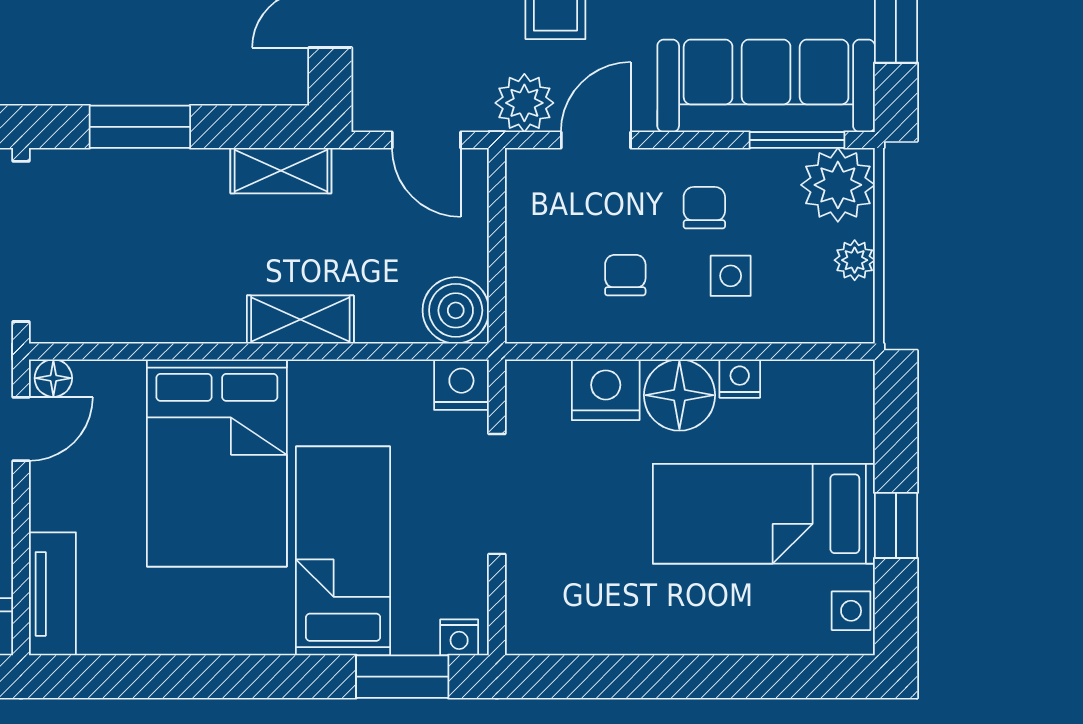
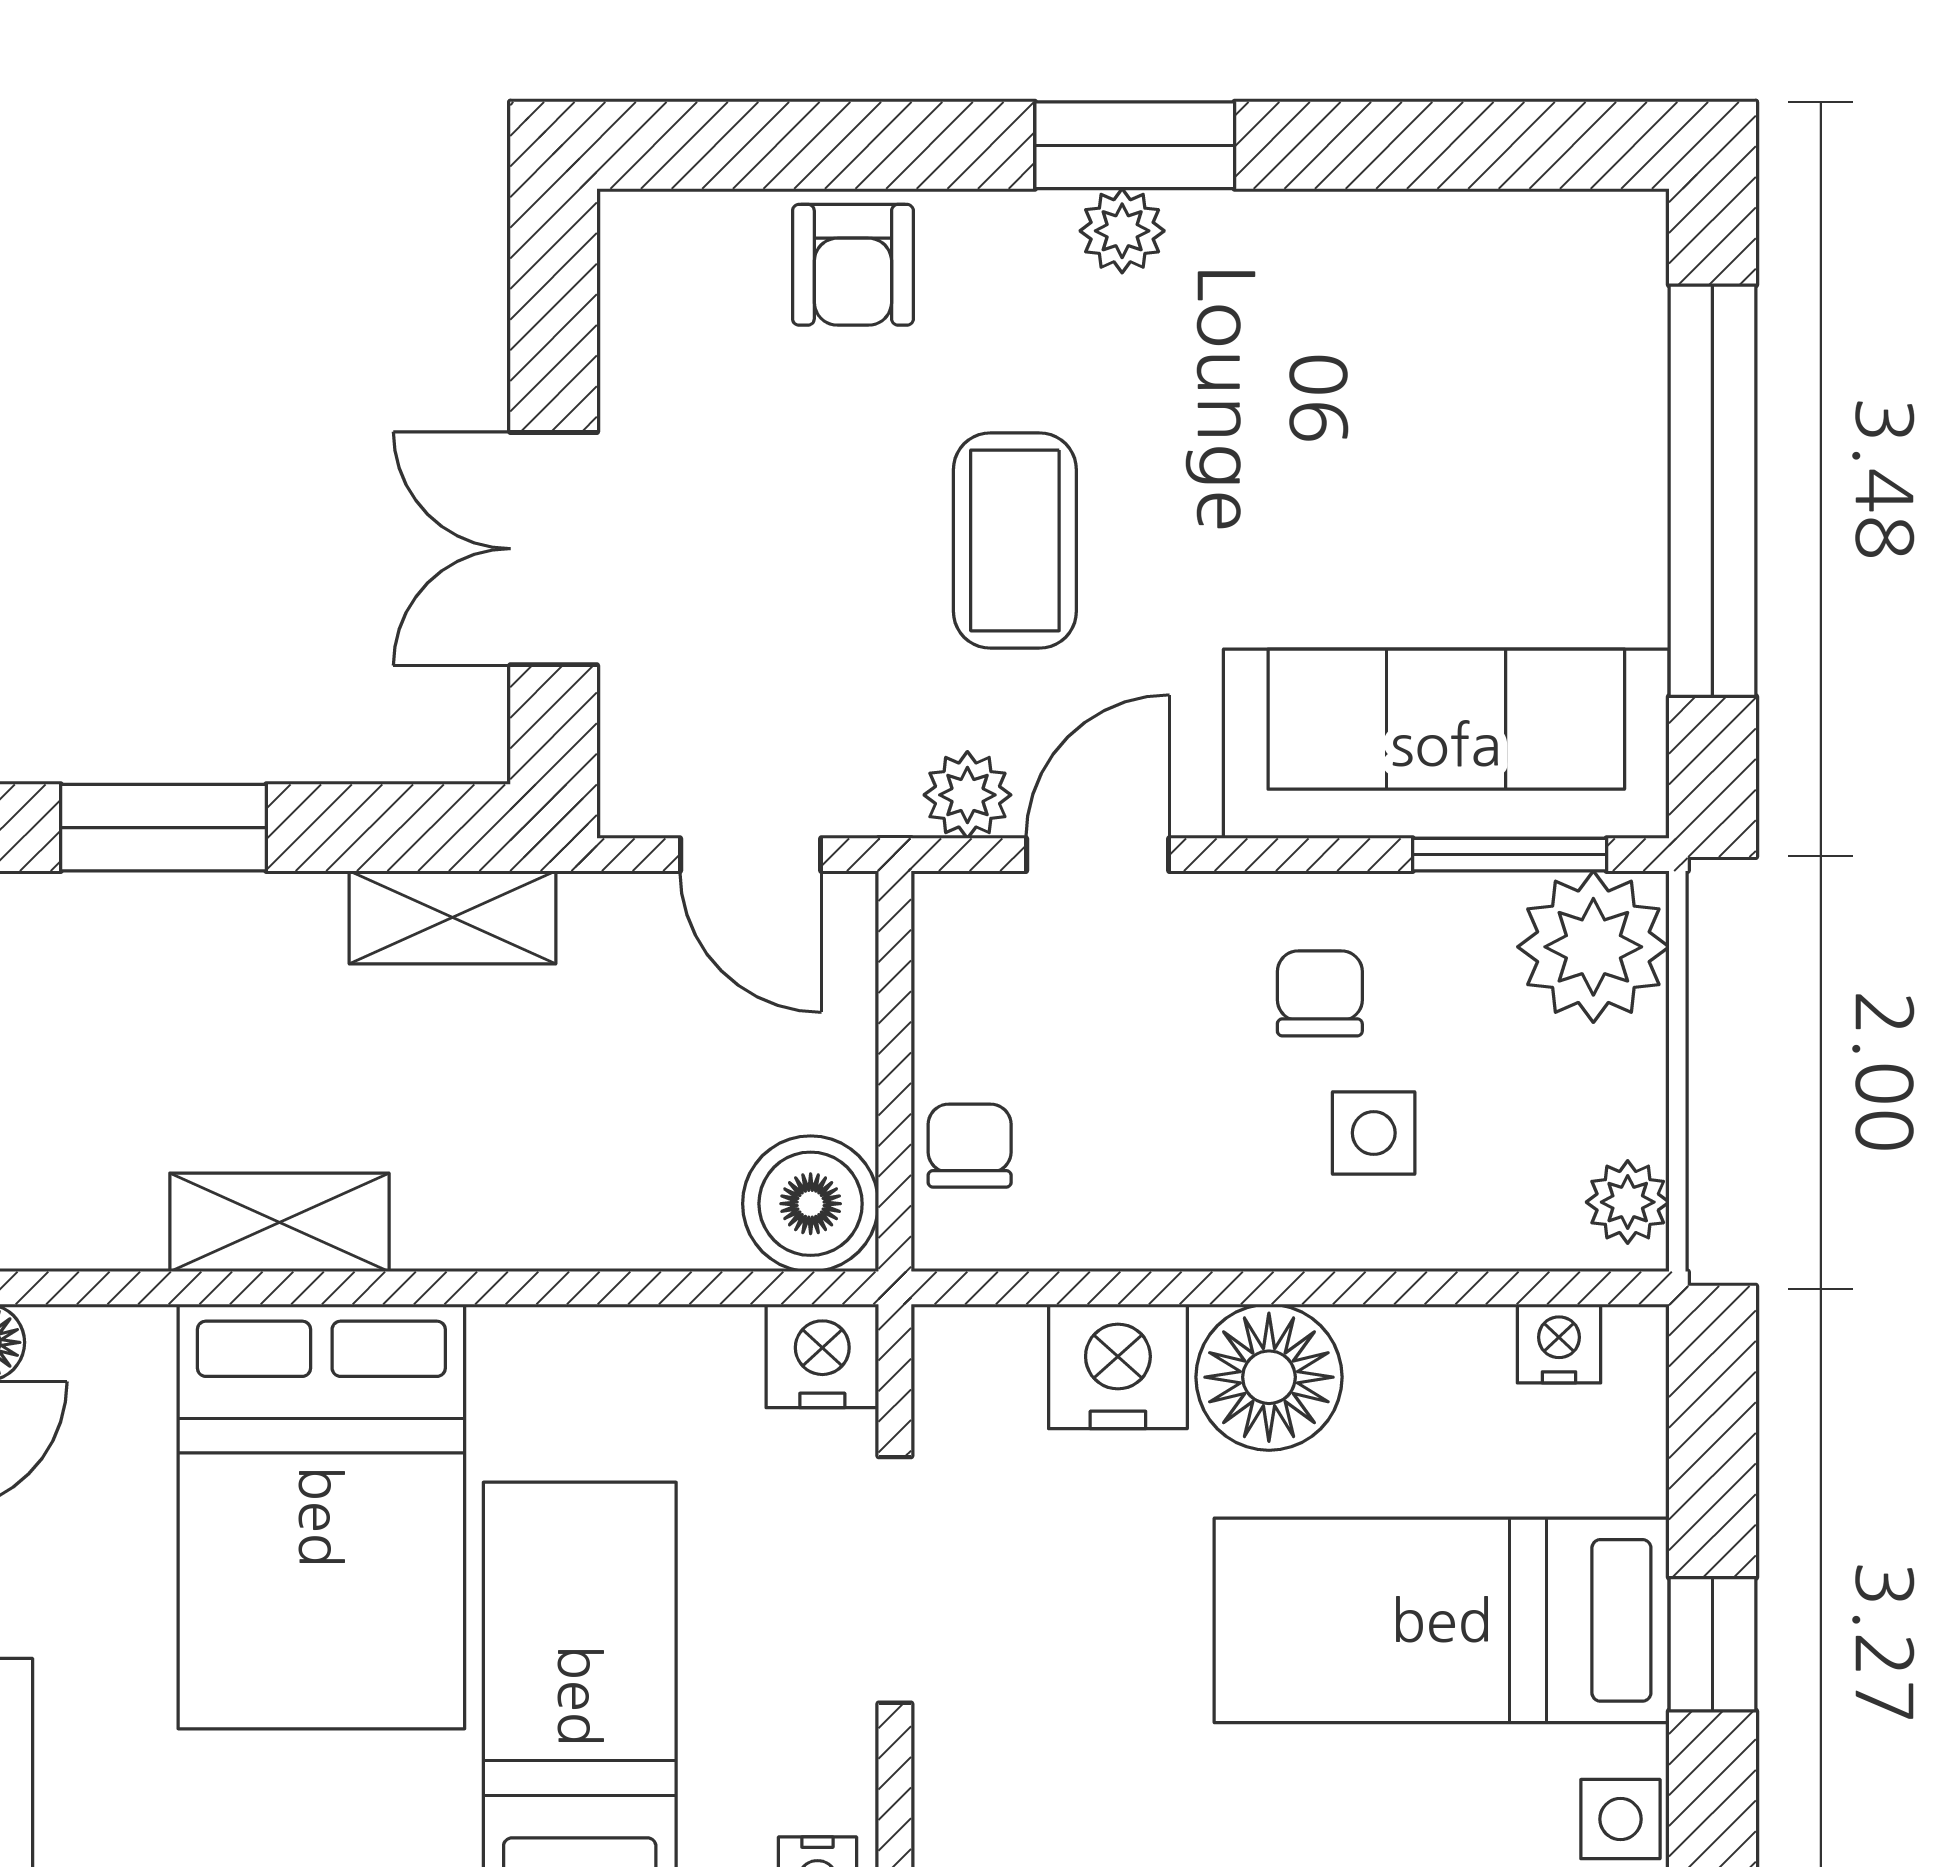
plant: (524, 103) -> (967, 795), width x0.73, depth x0.73
plant: (855, 260) -> (1628, 1202), moved
chair: (625, 275) -> (970, 1146), moved
shelving: (300, 319) -> (279, 1222), moved
nightstand: (740, 379) -> (1559, 1344), moved

